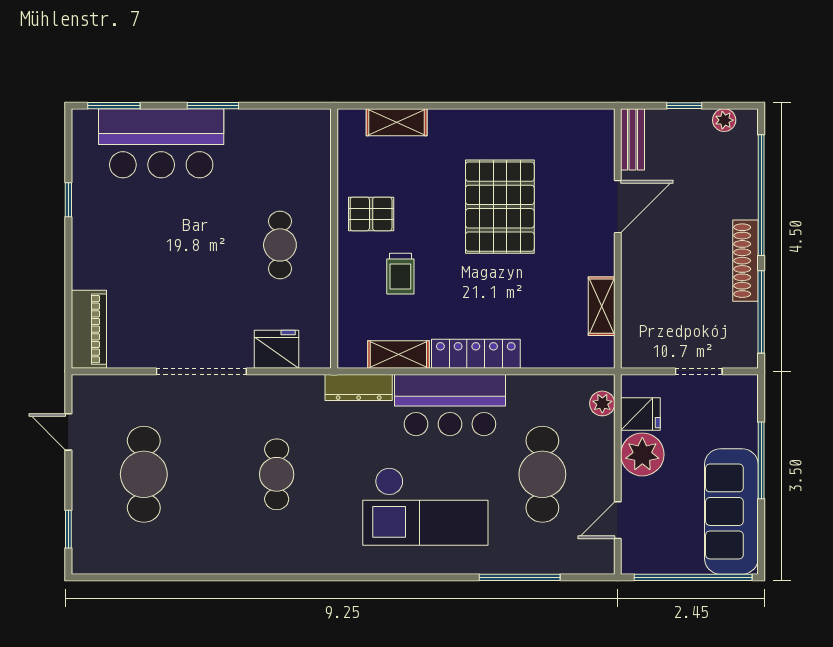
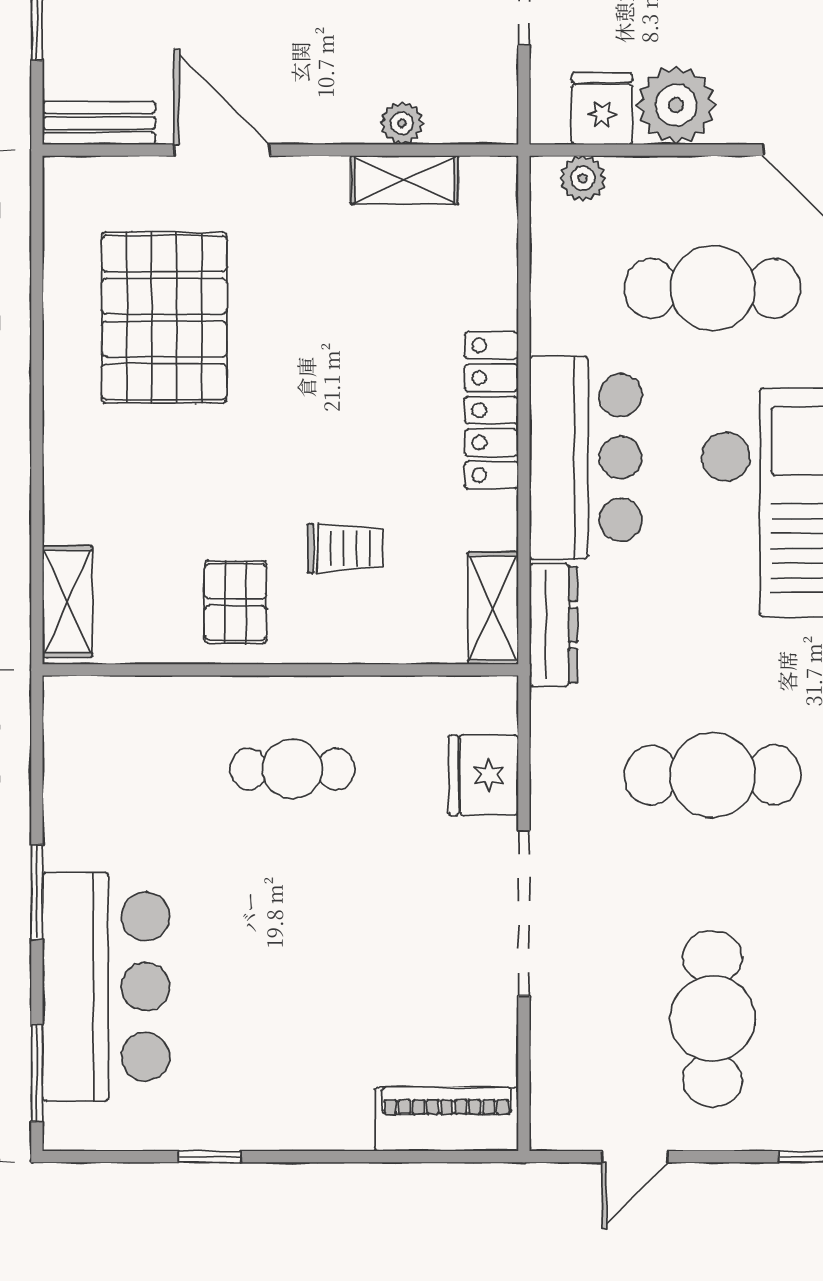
shelving: (397, 122) -> (67, 602), moved
pallet: (500, 207) -> (164, 318), moved, turned 90
plant: (632, 305) -> (402, 123), added
shelving: (398, 354) -> (493, 608), moved
cafe table: (144, 474) -> (713, 1019), turned 90
cafe table: (277, 474) -> (713, 775), width x1.37, depth x1.35

